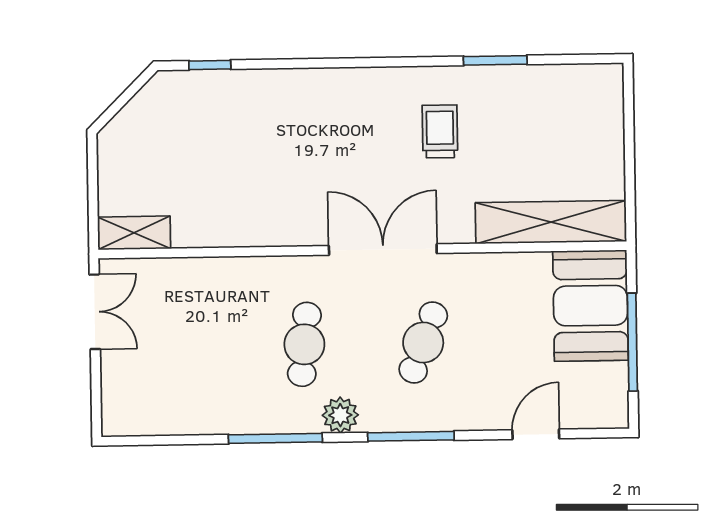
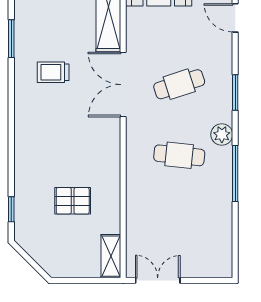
pallet: (226, 167) -> (73, 201), added
double door: (383, 250) -> (123, 85), moved
cafe table: (423, 342) -> (179, 84), turned -39
window: (411, 436) -> (235, 92), width x0.69

